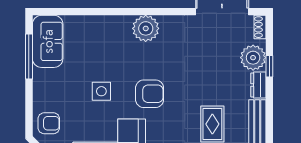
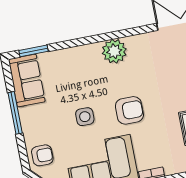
window: (61, 12) -> (33, 51), added
window: (29, 57) -> (15, 113), moved

